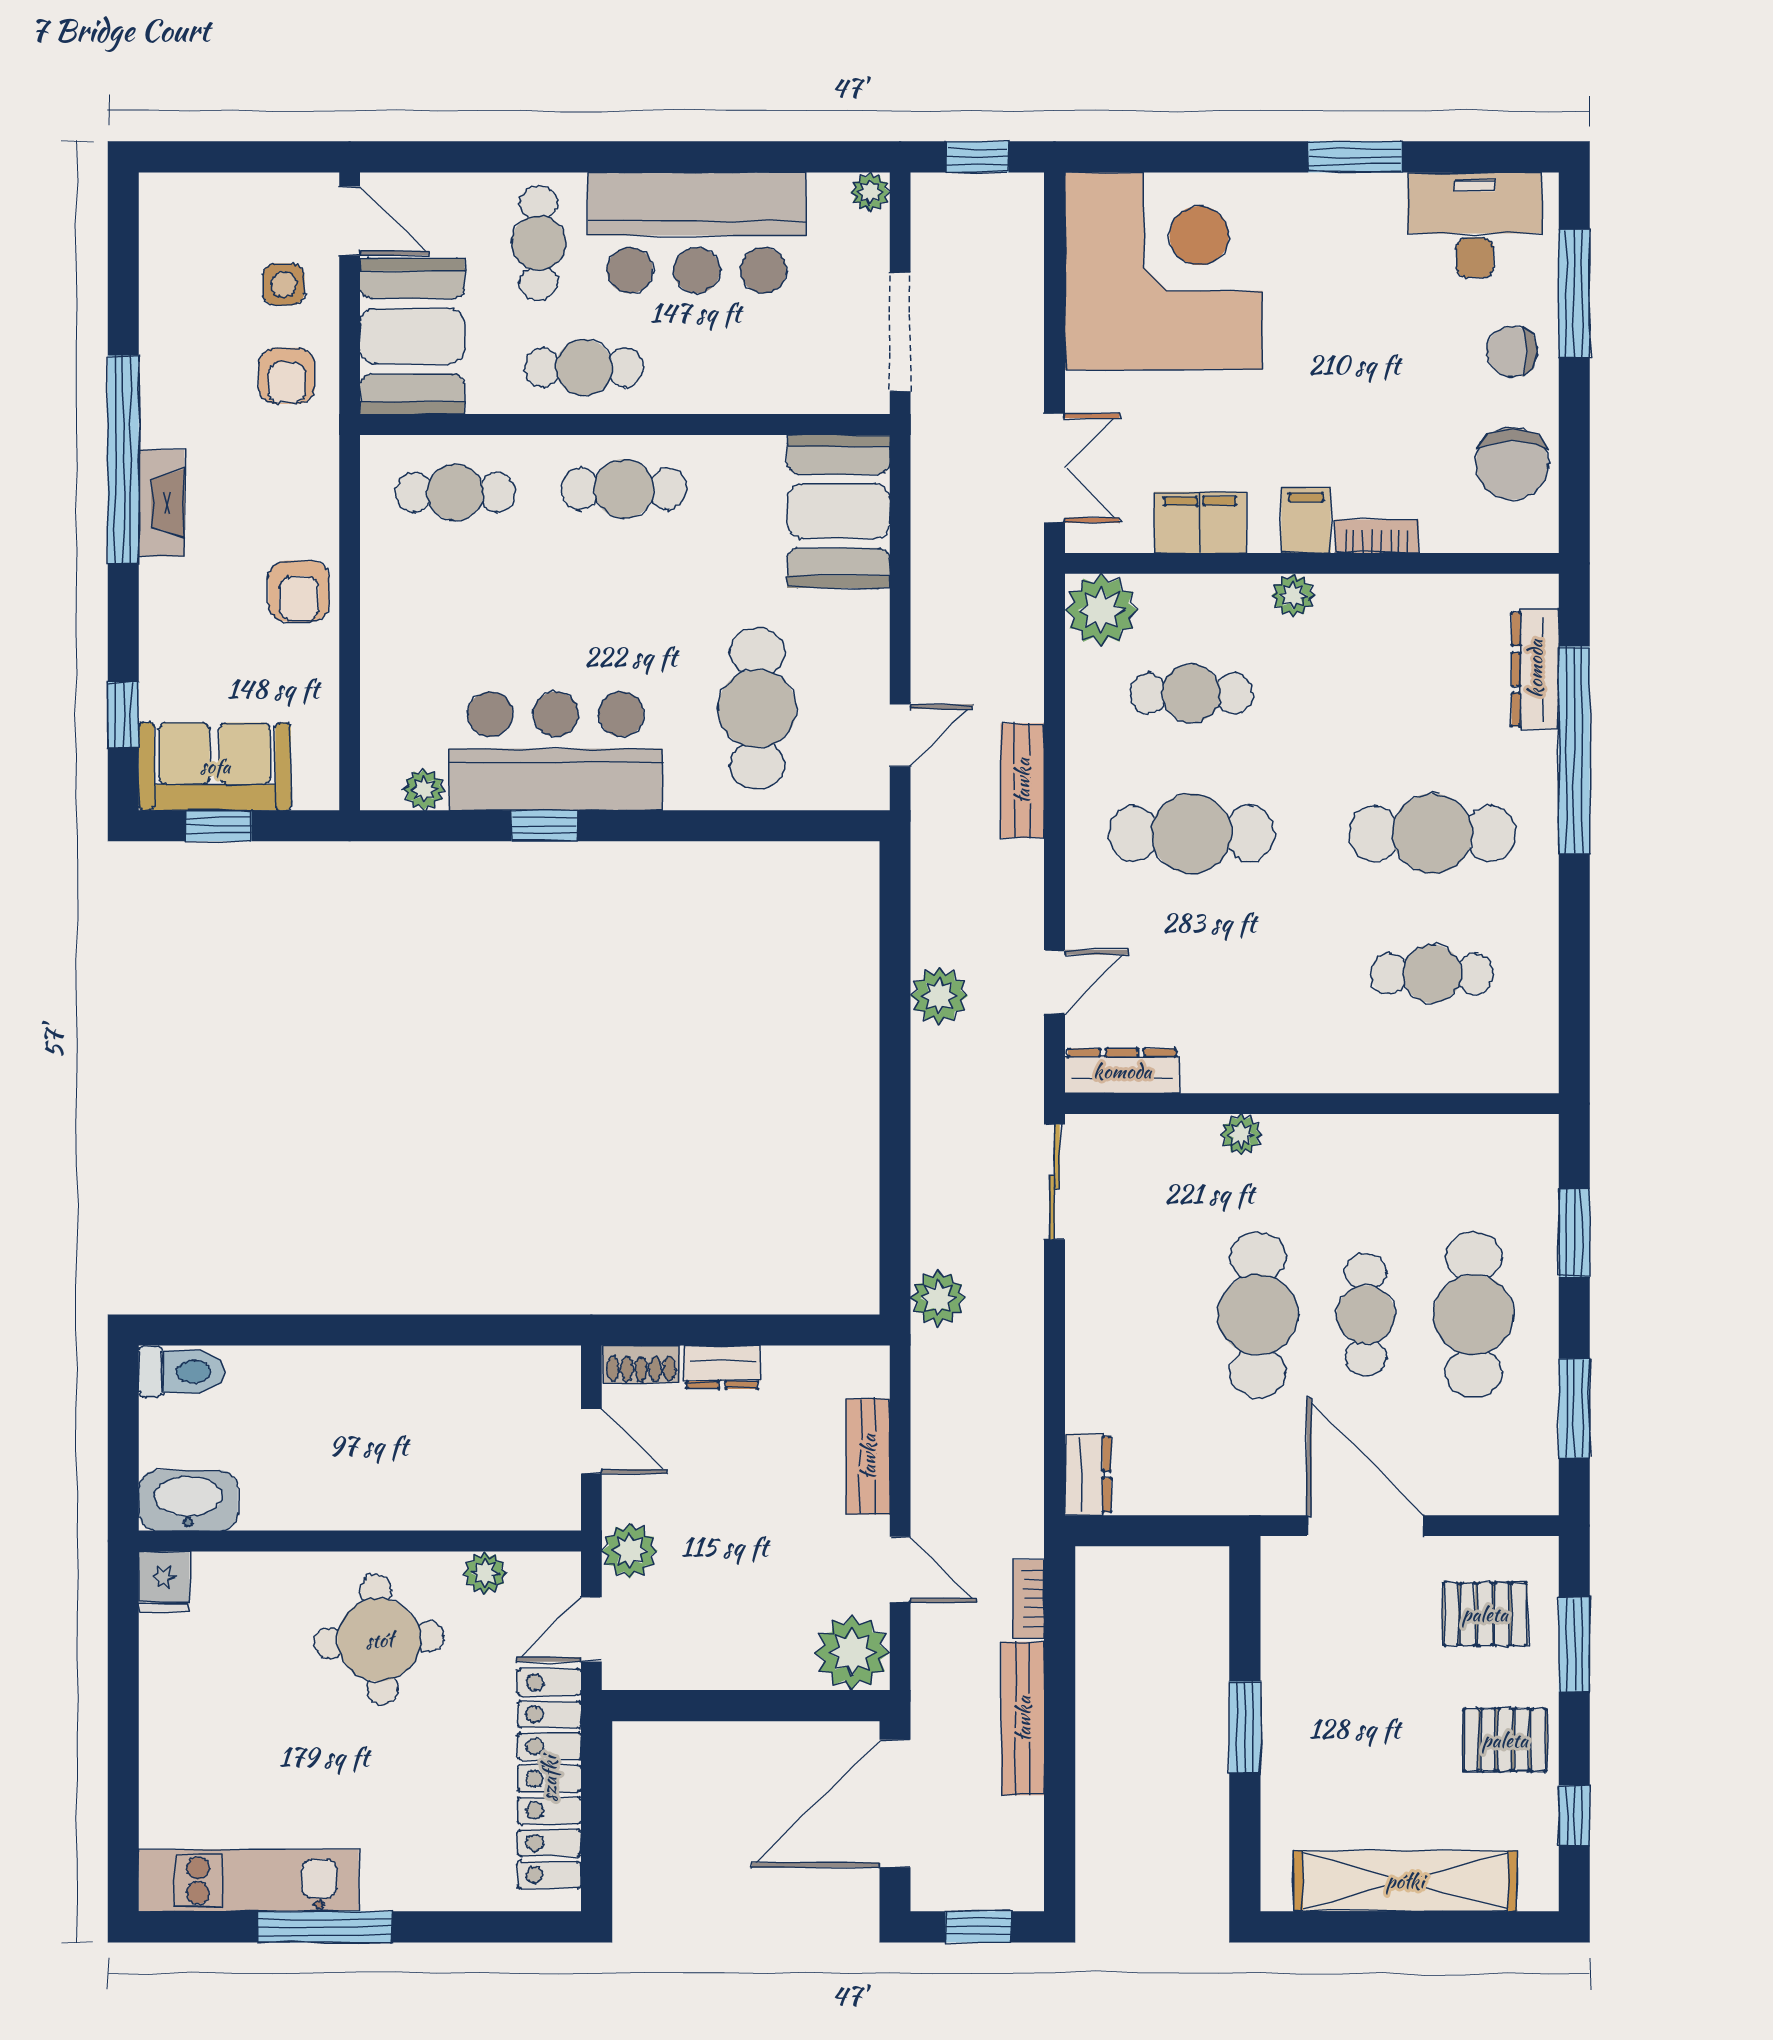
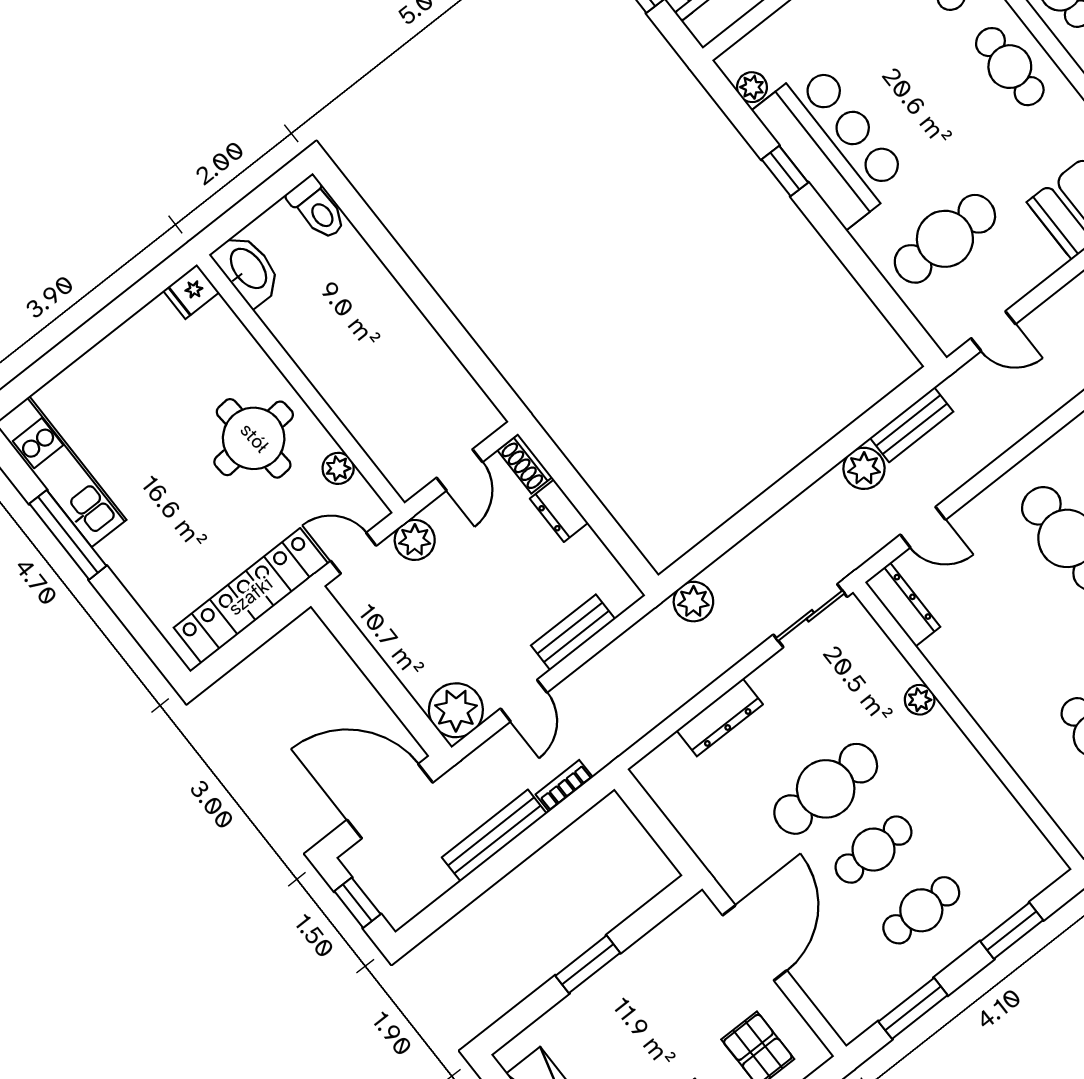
bench: (1022, 781) -> (912, 425), moved
cafe table: (1474, 1315) -> (921, 910), width x0.73, depth x0.74
dresser: (1088, 1474) -> (720, 717), moved, width x1.44

